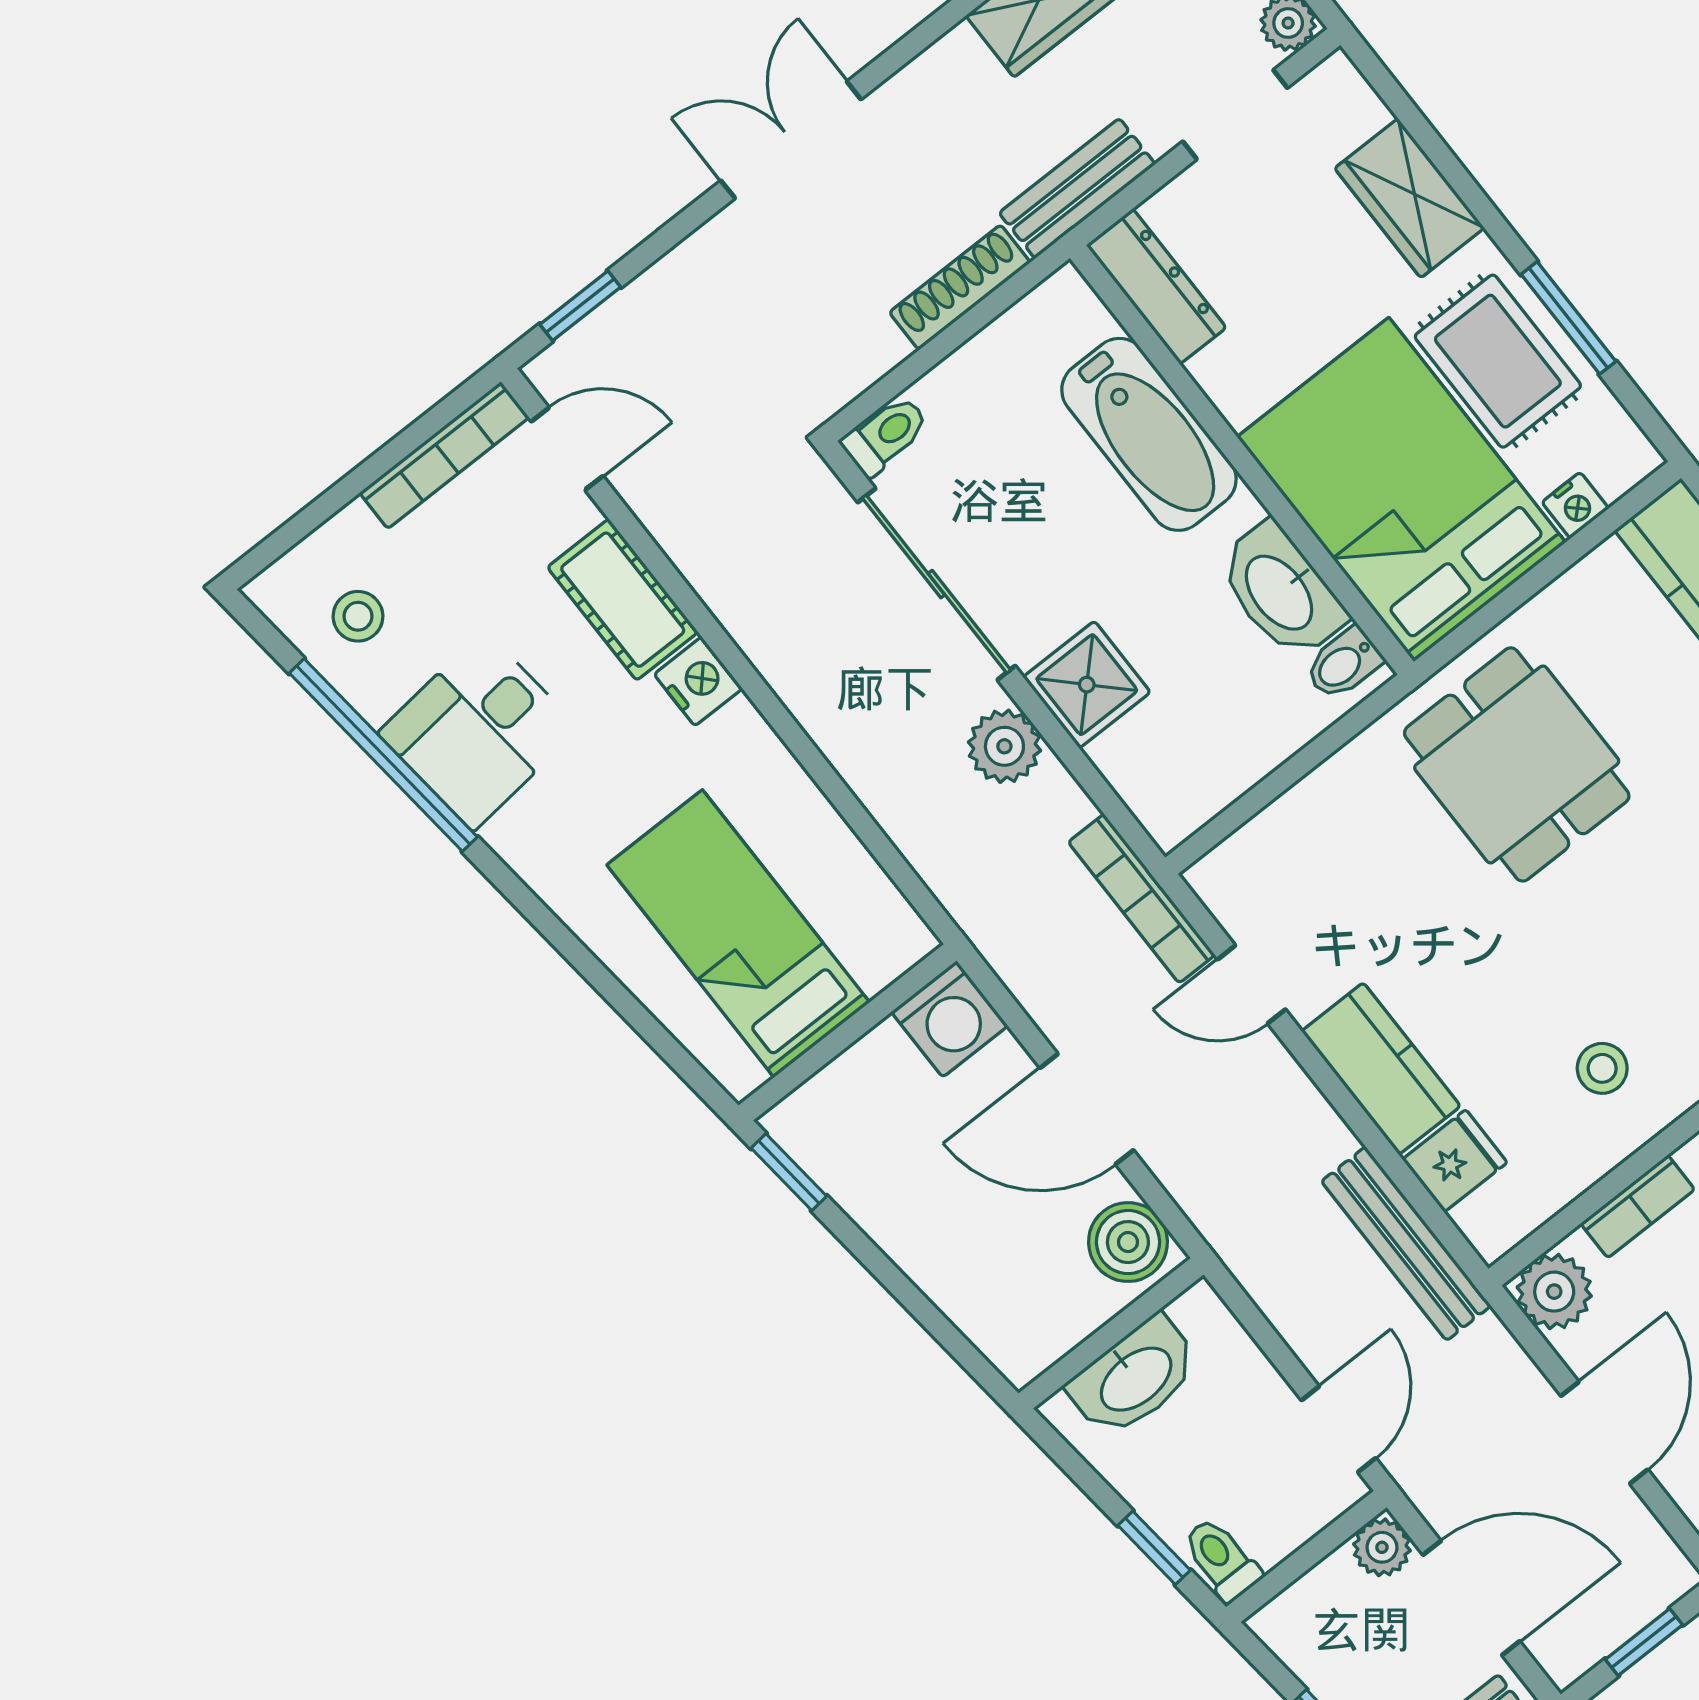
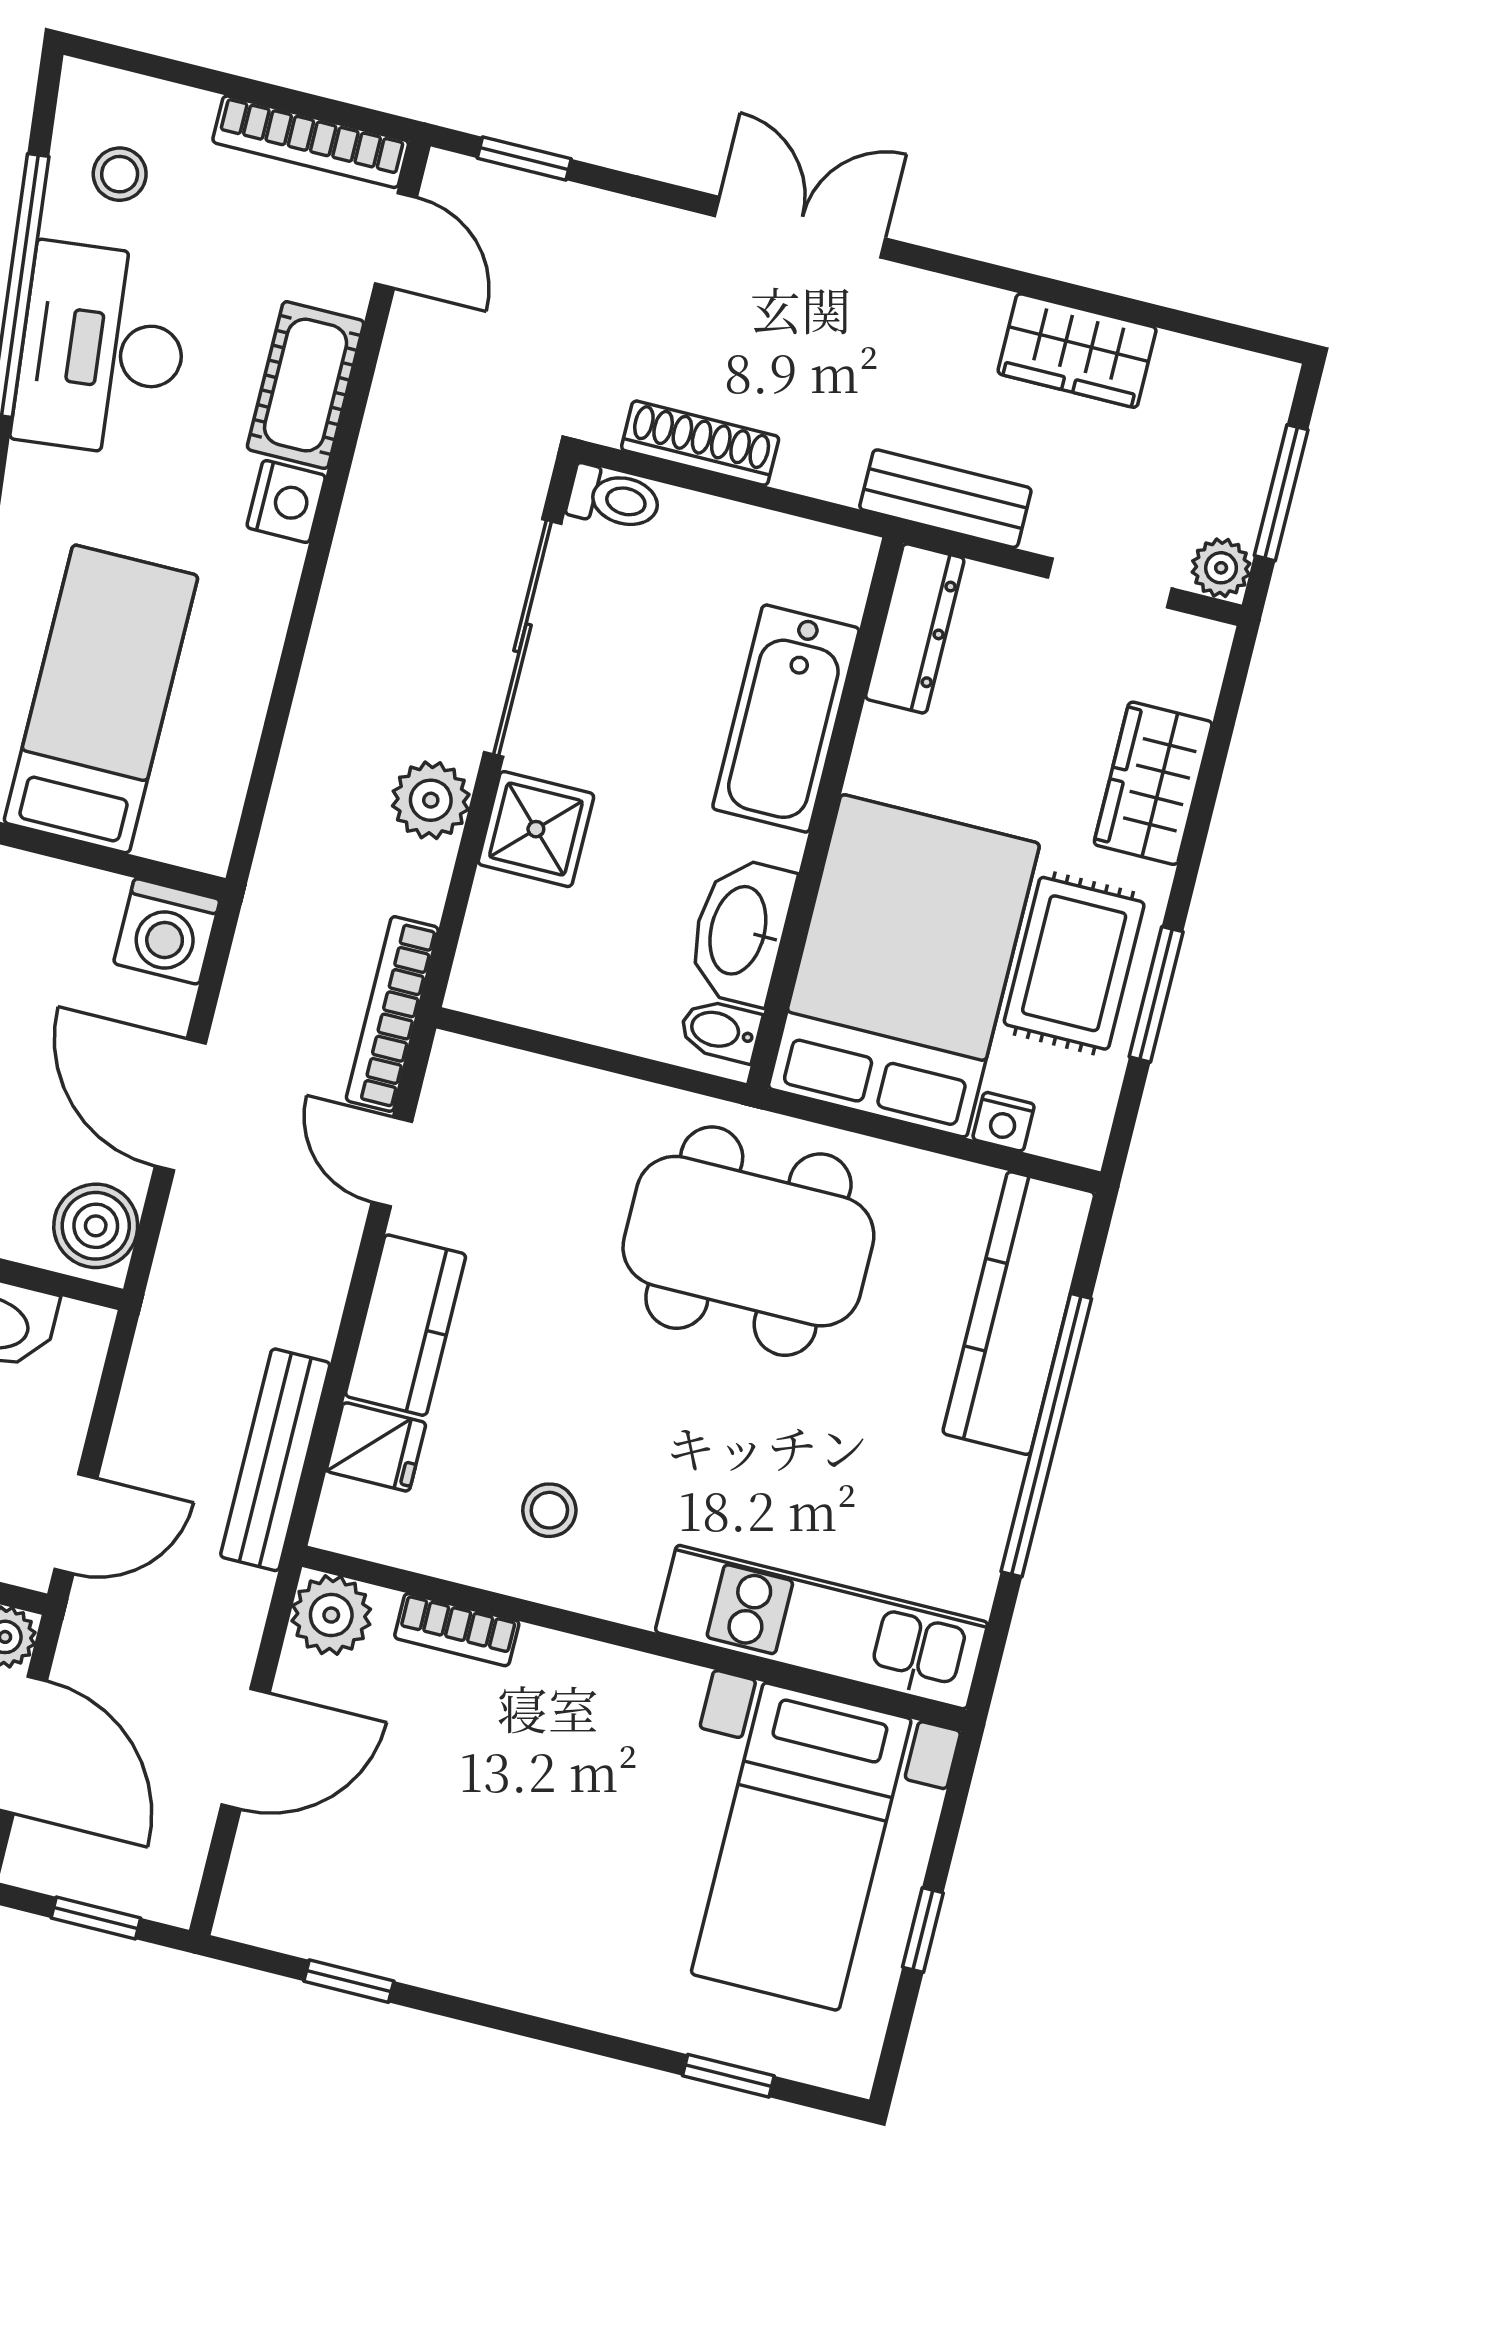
shoe rack: (960, 287) -> (700, 443), moved
desk: (479, 731) -> (102, 350), width x1.37
dining table: (1517, 764) -> (748, 1241), width x1.38

